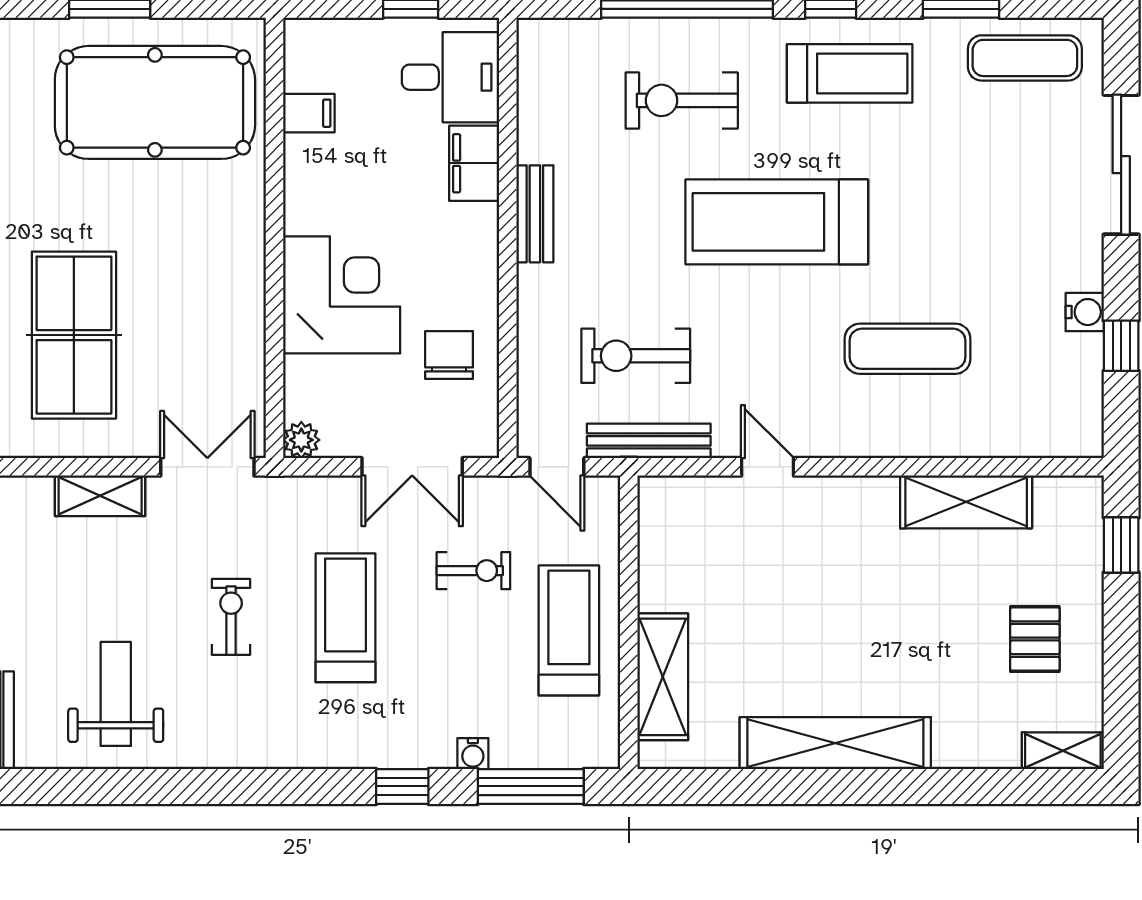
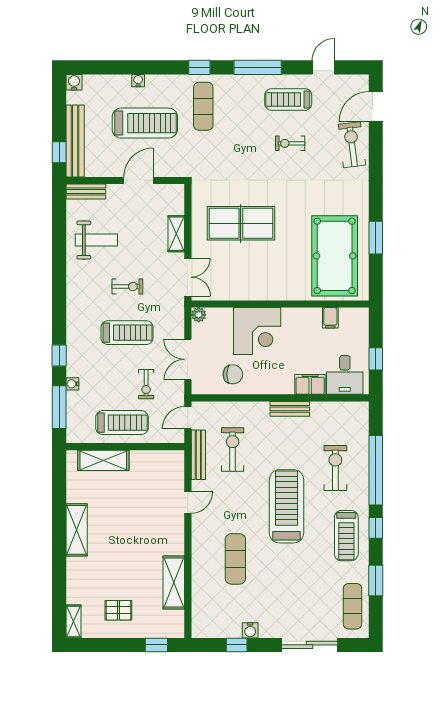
shelving: (835, 743) -> (77, 530), width x0.68

